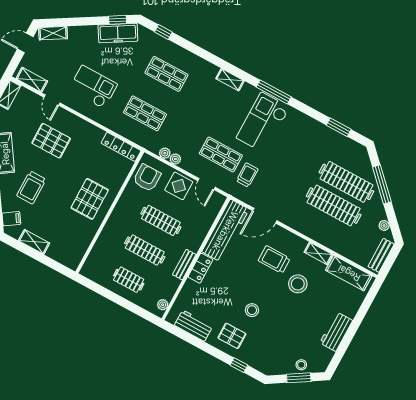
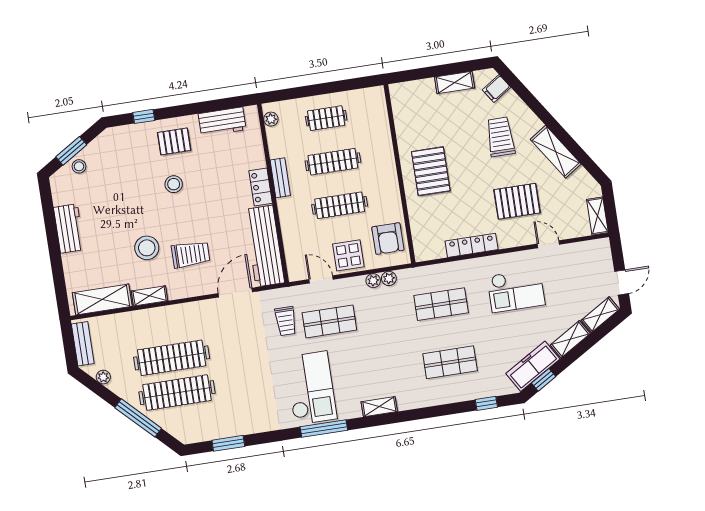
shelving: (32, 80) -> (570, 339), moved, turned -31
locker: (121, 147) -> (472, 245), moved

